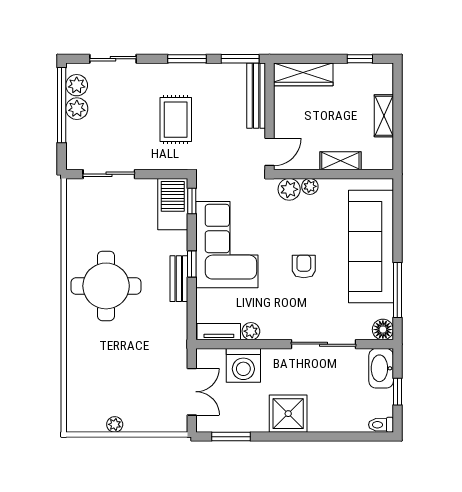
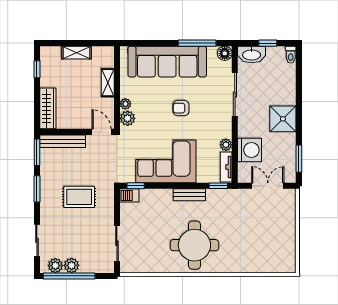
barbecue: (173, 204) -> (129, 195), width x0.53, depth x0.65
window: (192, 264) -> (218, 186), moved
plant: (115, 424) -> (290, 239), removed

